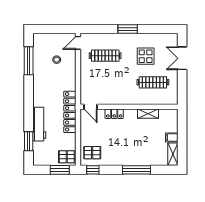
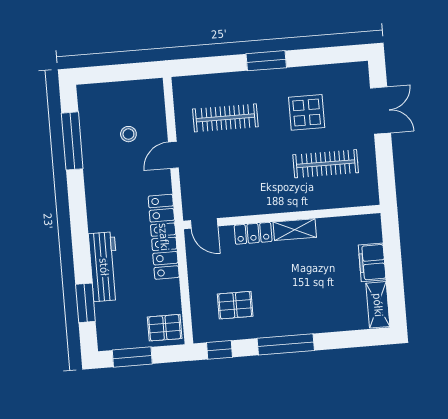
door: (78, 43) -> (173, 155), moved
double door: (182, 58) -> (381, 110), swing flipped
shelving: (148, 114) -> (295, 230), moved
filing cabinet: (172, 137) -> (372, 262), width x2.00
pallet: (92, 153) -> (235, 305), moved
window: (60, 170) -> (132, 357), moved
window: (136, 170) -> (286, 344), moved

